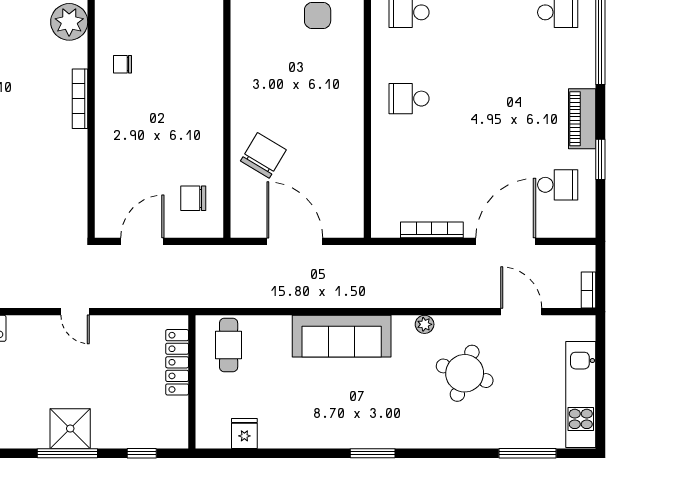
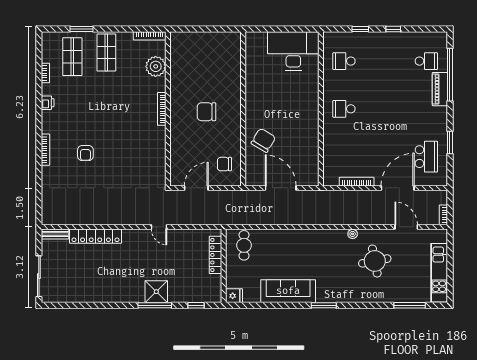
chair: (123, 64) -> (207, 112), moved, width x1.87, depth x1.87
piano: (582, 119) -> (440, 89), moved
school desk: (558, 185) -> (426, 157), width x1.85
sofa: (342, 336) -> (288, 291), moved, turned 180
round table: (465, 373) -> (375, 261), turned -30
fridge: (244, 433) -> (234, 296), moved, turned 90

